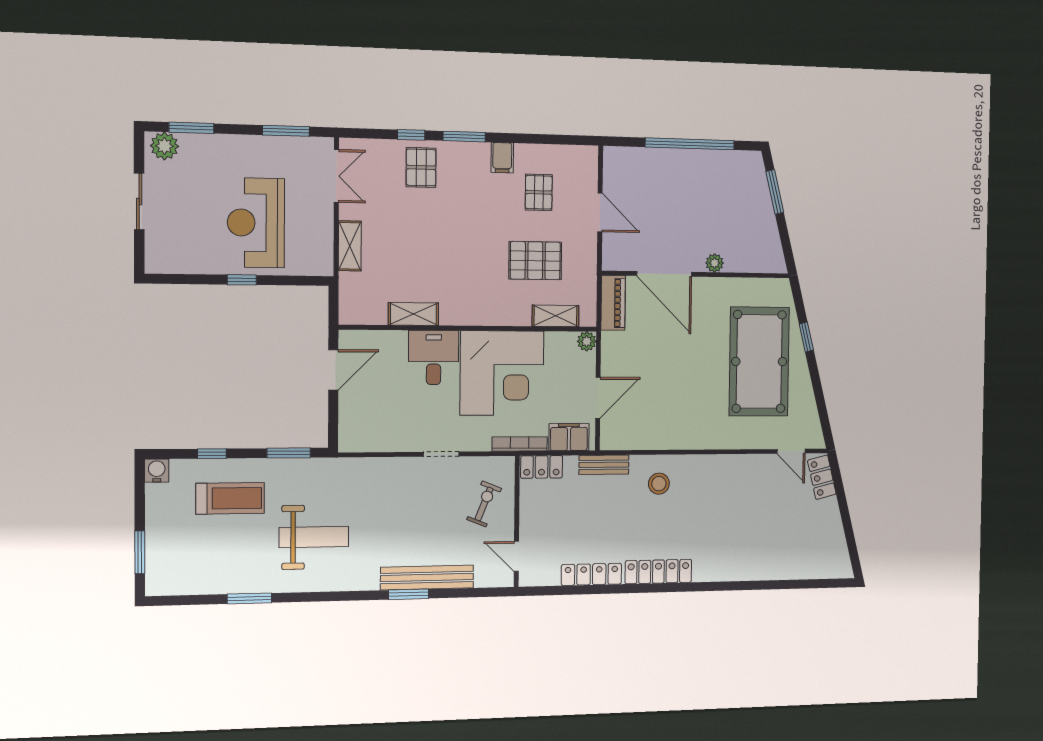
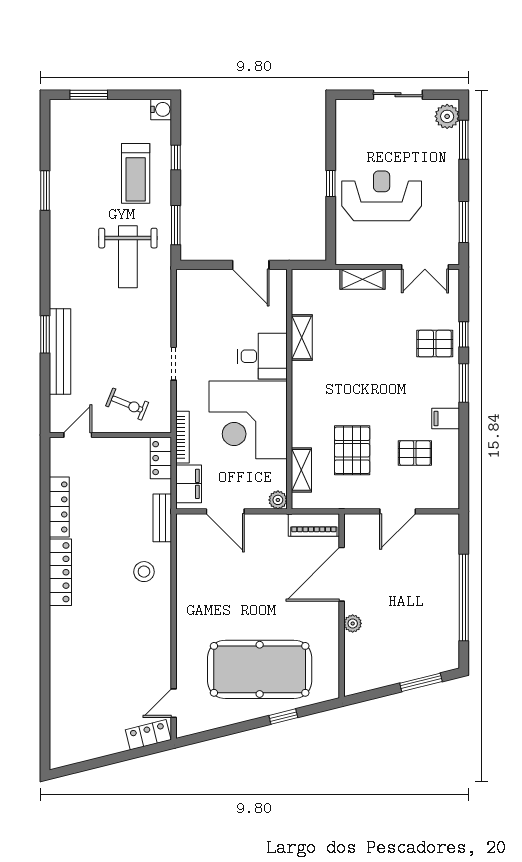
weight bench: (314, 537) -> (128, 257), moved

